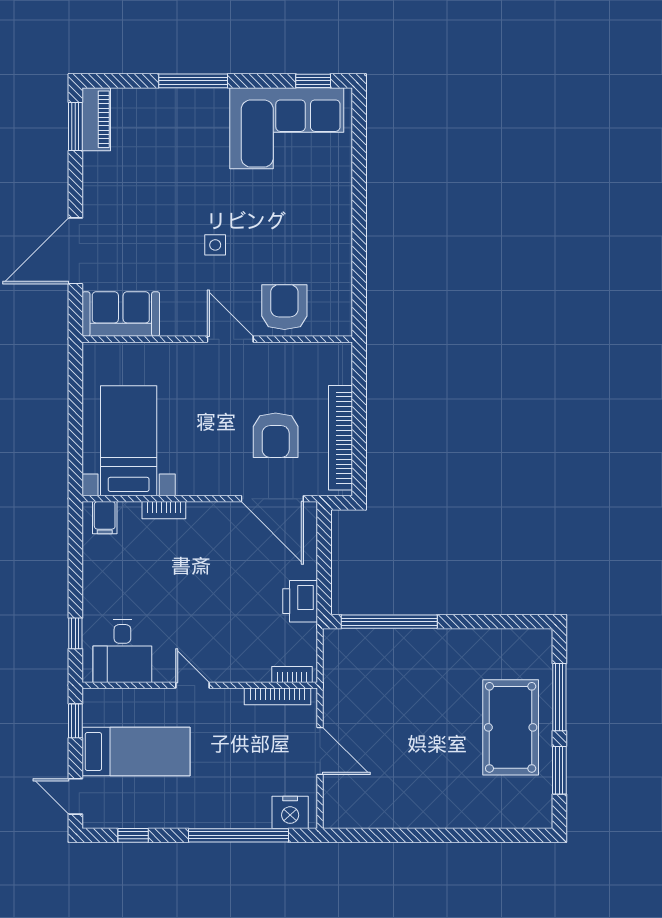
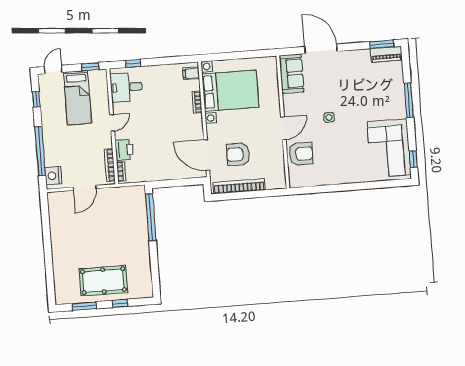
bed with nightstands: (129, 441) -> (230, 91), width x1.36
door: (272, 499) -> (207, 155), hinge flipped
printer: (300, 601) -> (124, 150), moved, turned 90
window: (559, 697) -> (120, 303), width x0.46

